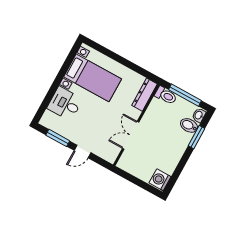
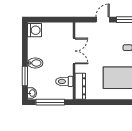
toilet: (166, 95) -> (64, 81), moved
bidet: (189, 125) -> (35, 63), moved

